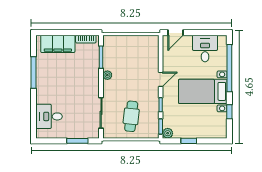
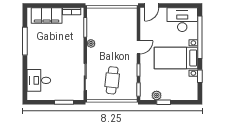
desk: (205, 48) -> (182, 20), width x1.37
plant: (168, 133) -> (157, 95), moved

